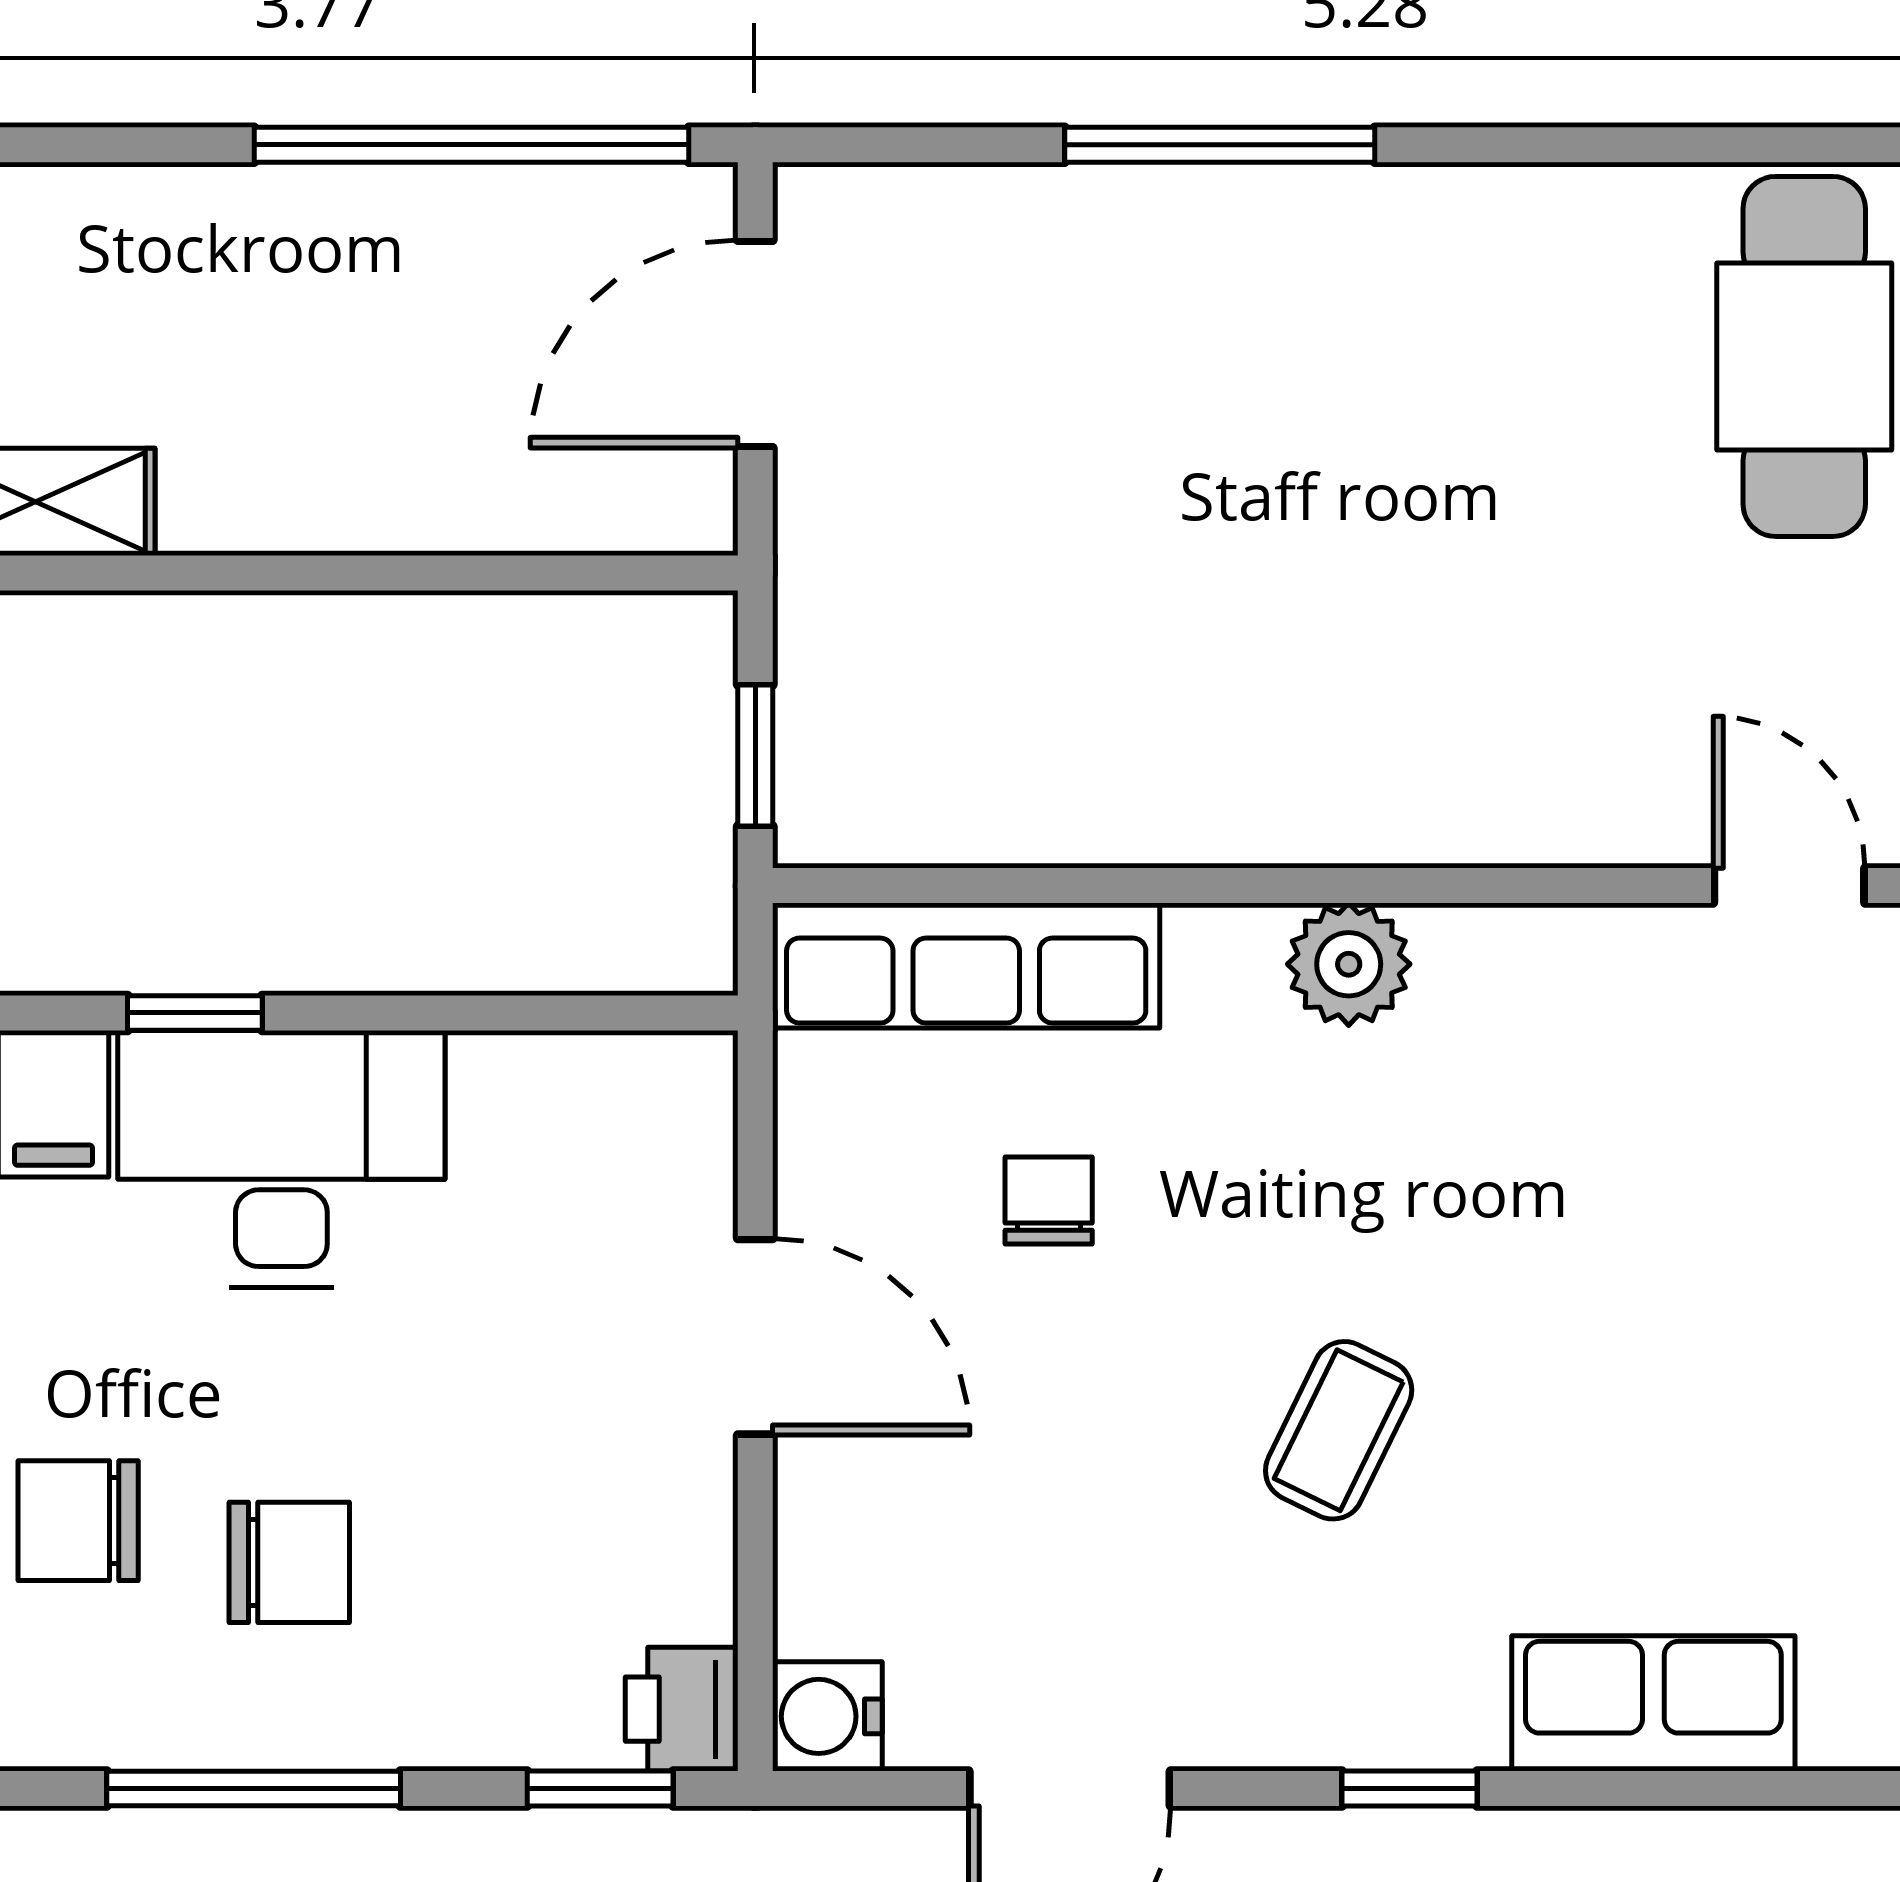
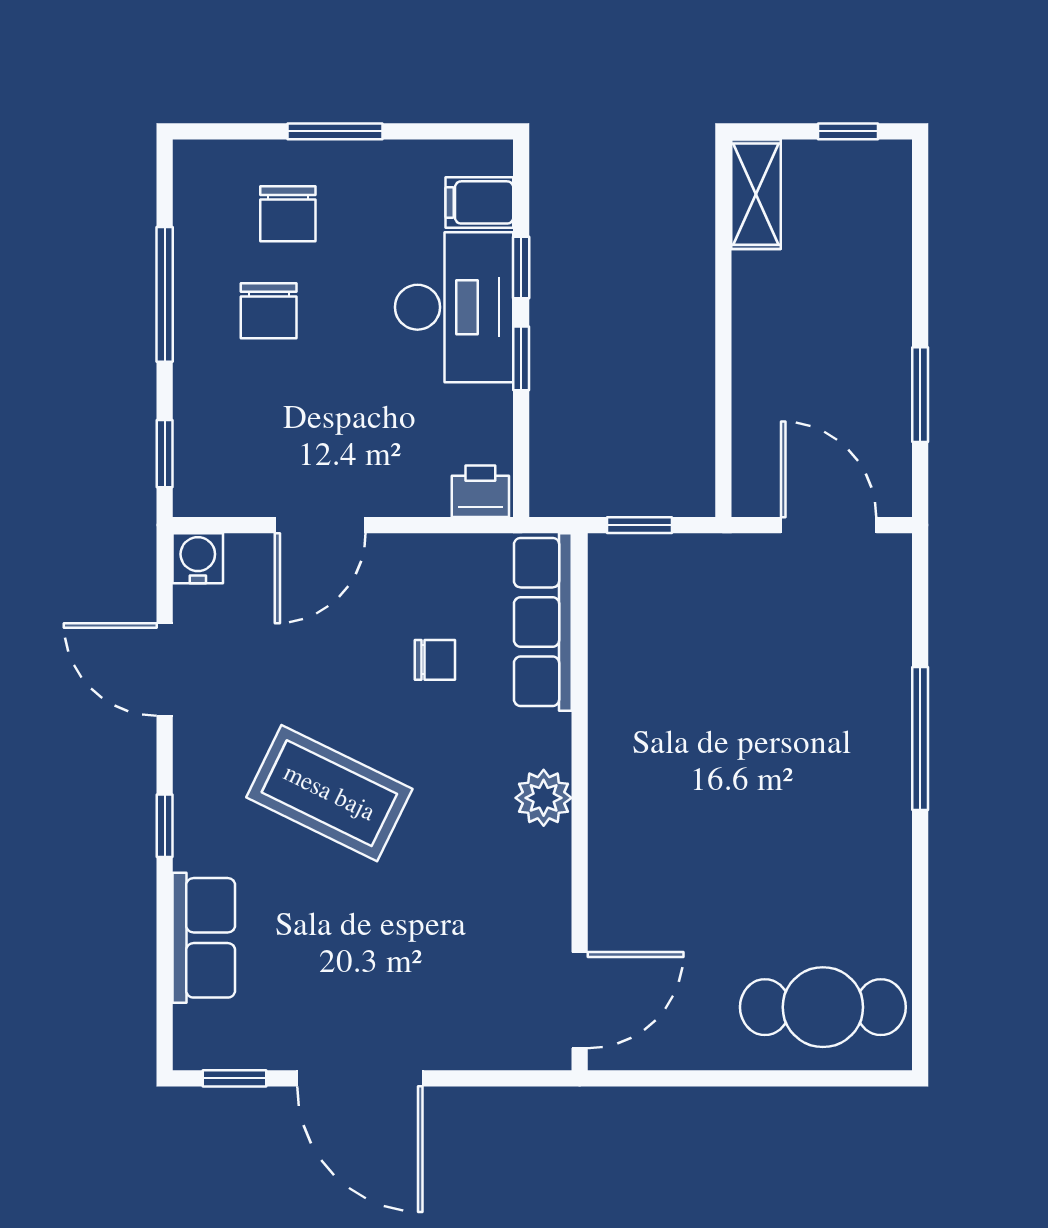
window: (472, 145) -> (920, 395), width x0.47
door: (1789, 886) -> (580, 1000), width x1.37
window: (393, 1013) -> (521, 358), added
door: (755, 1337) -> (320, 525), moved
coffee table: (1339, 1430) -> (329, 793), width x1.86, depth x1.72
chair: (78, 1521) -> (288, 214), turned 180
printer: (682, 1709) -> (480, 491), moved

